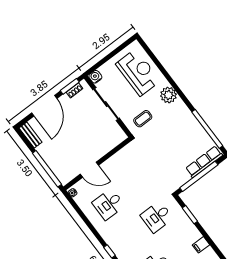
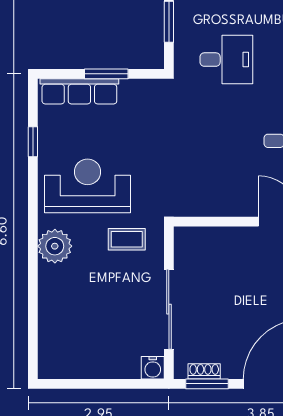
reception desk: (138, 72) -> (88, 186), moved, turned 90
window: (207, 129) -> (33, 142), width x0.32
window: (199, 176) -> (106, 74), width x0.47

